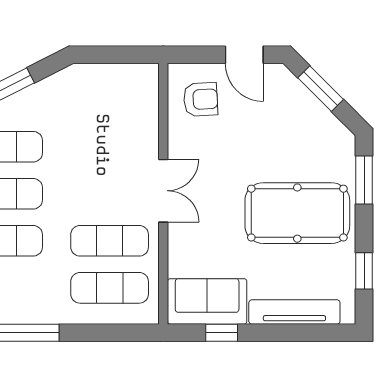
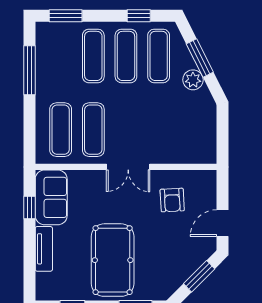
plant: (38, 97) -> (193, 80), added
armchair: (201, 99) -> (172, 200), moved
tv unit: (294, 312) -> (44, 249), width x0.71

